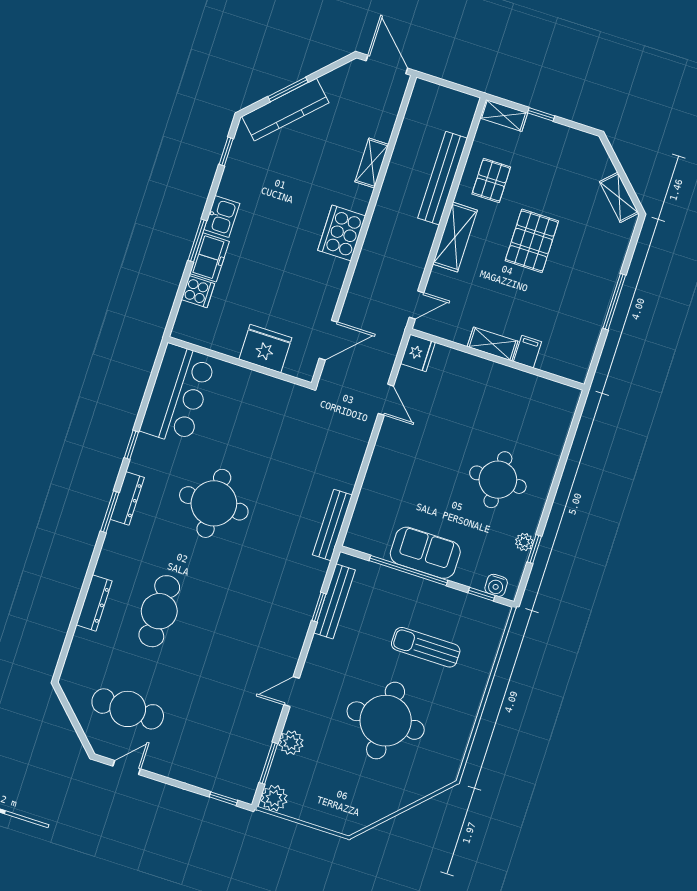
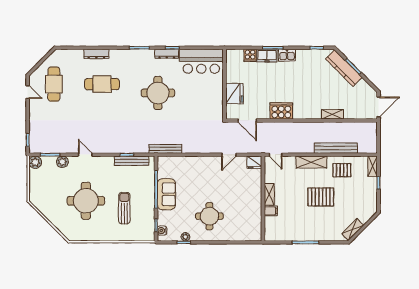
cooker: (342, 233) -> (281, 111), moved
dresser: (127, 498) -> (167, 54), moved

